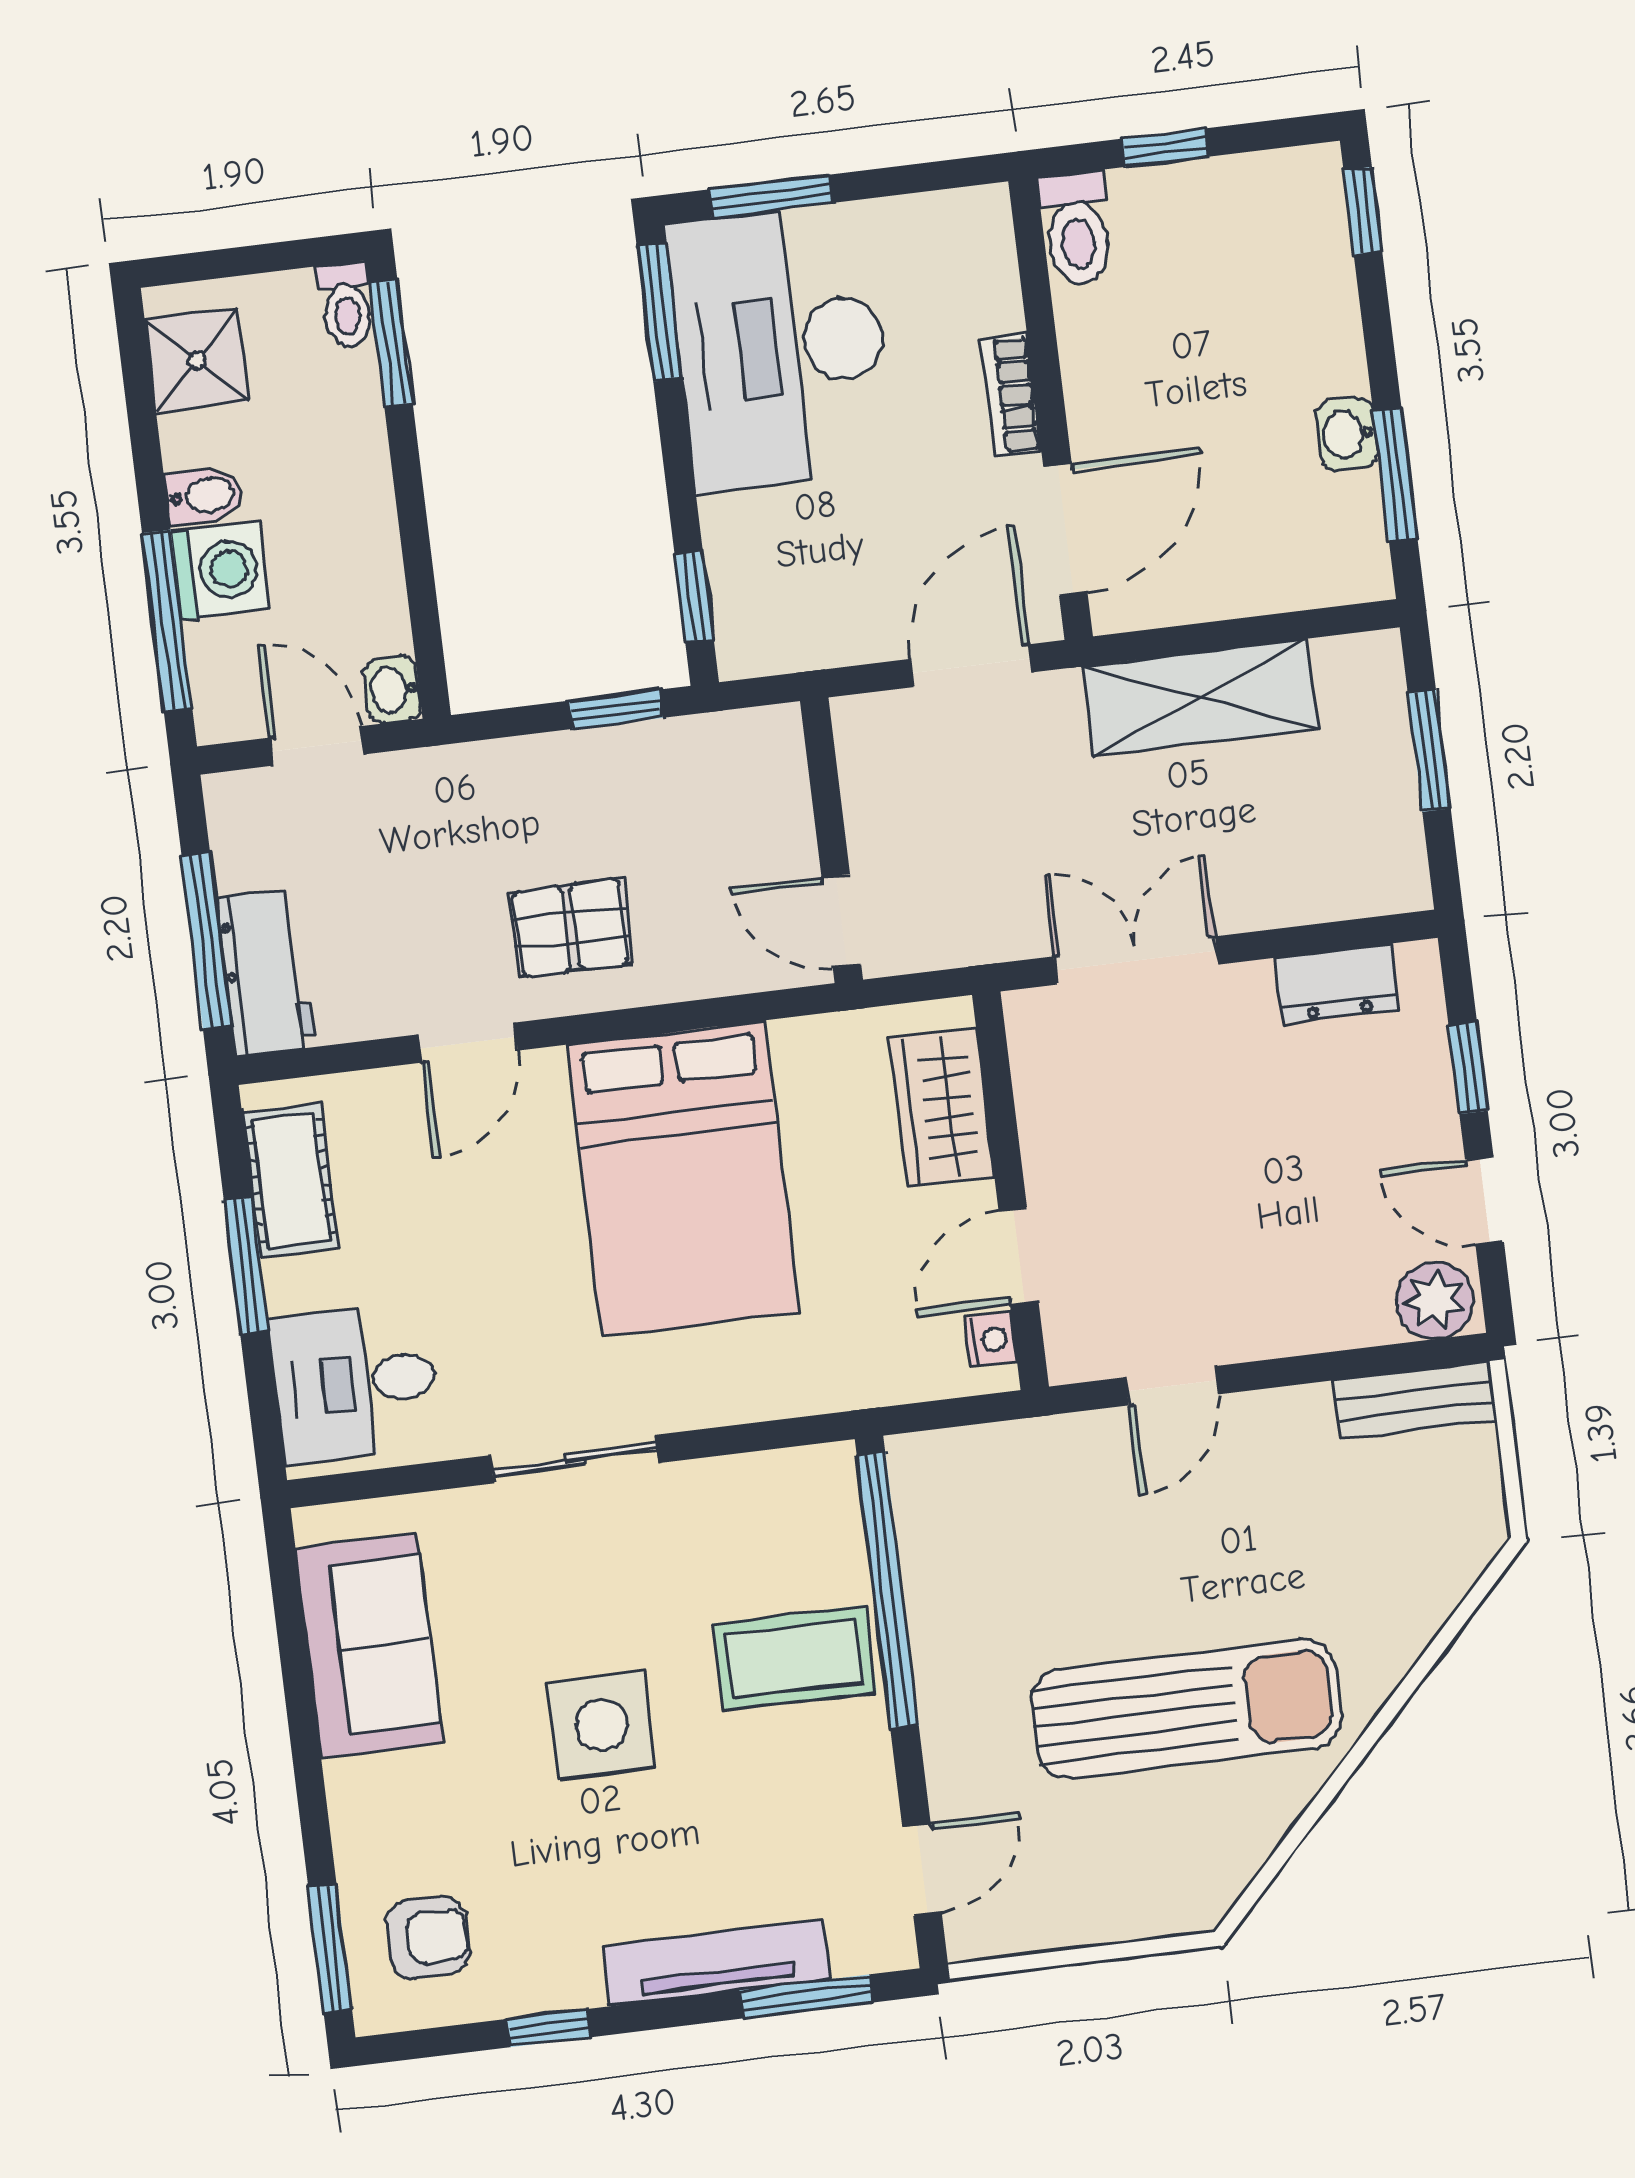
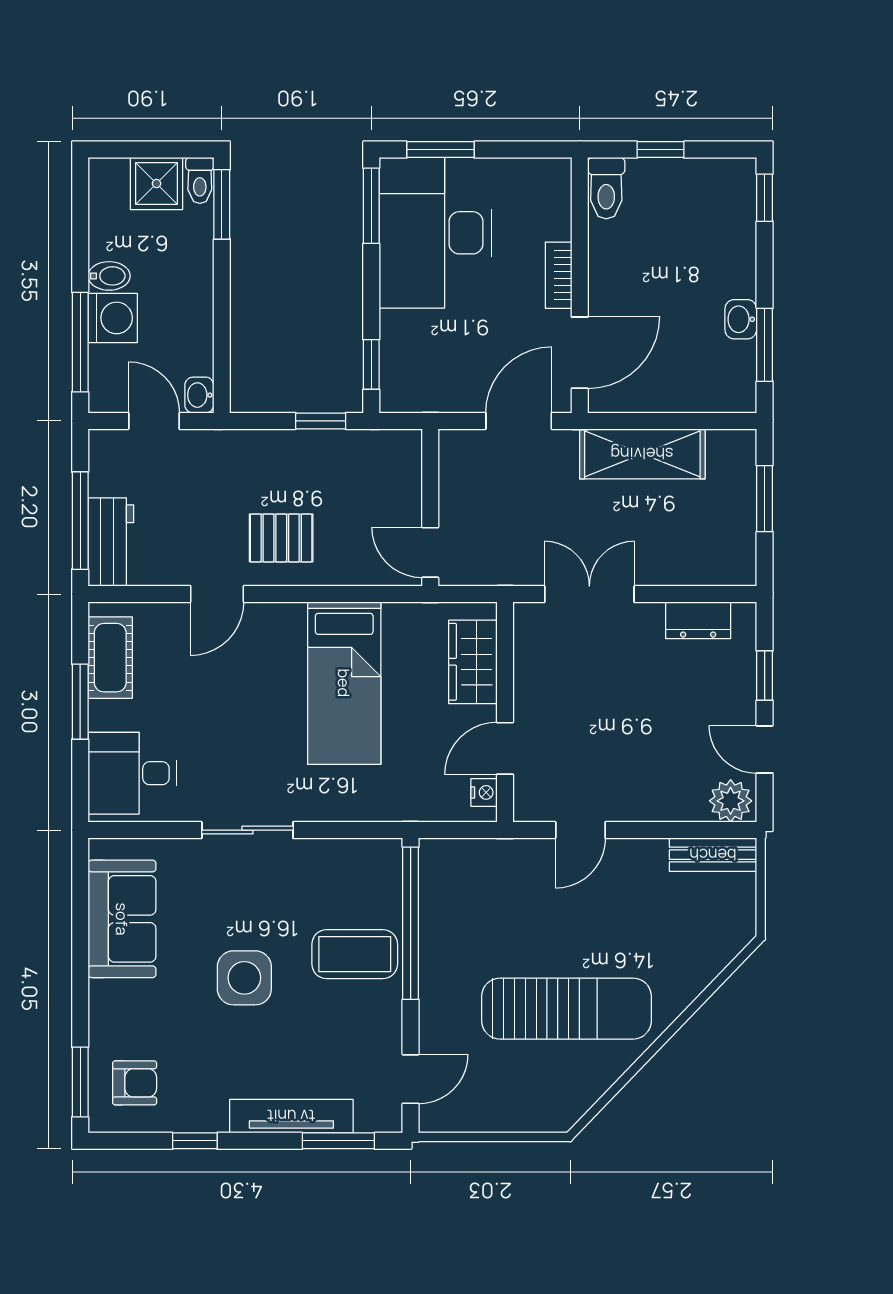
shower: (197, 360) -> (157, 183), moved
bed: (683, 1178) -> (344, 683), width x0.67

